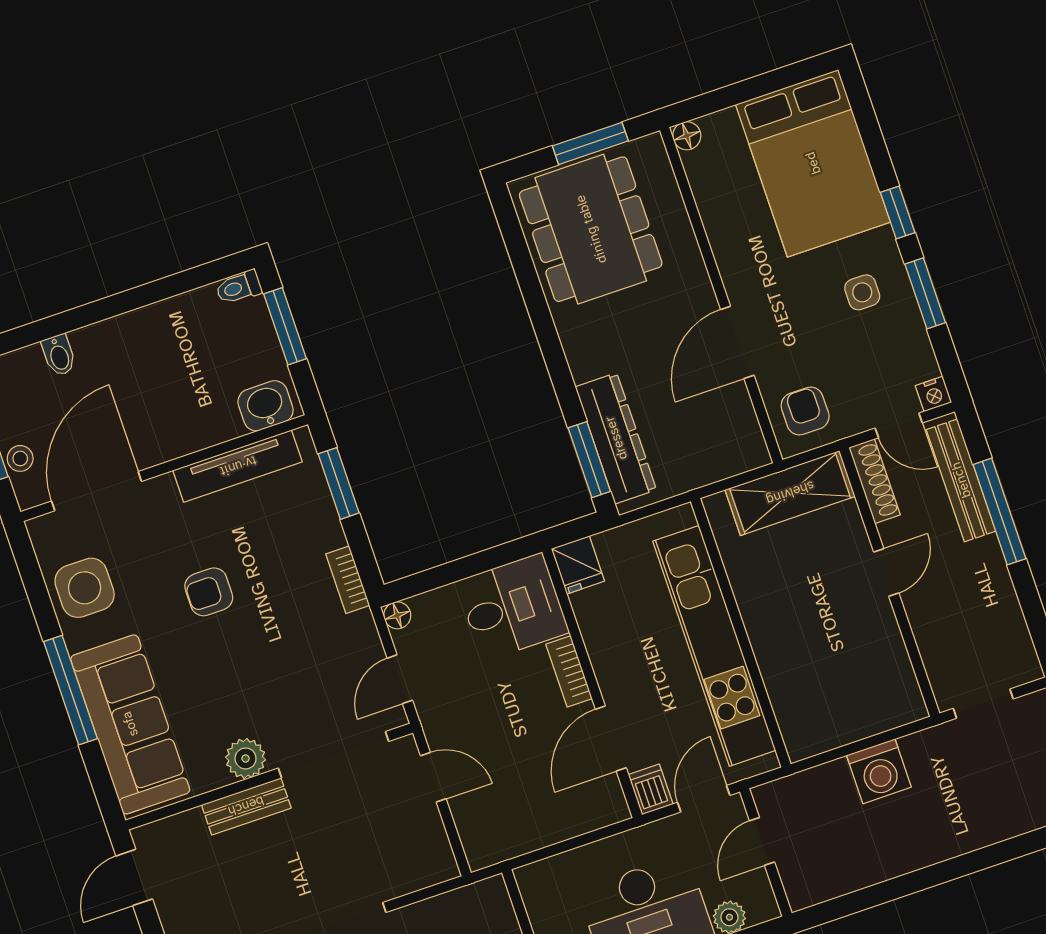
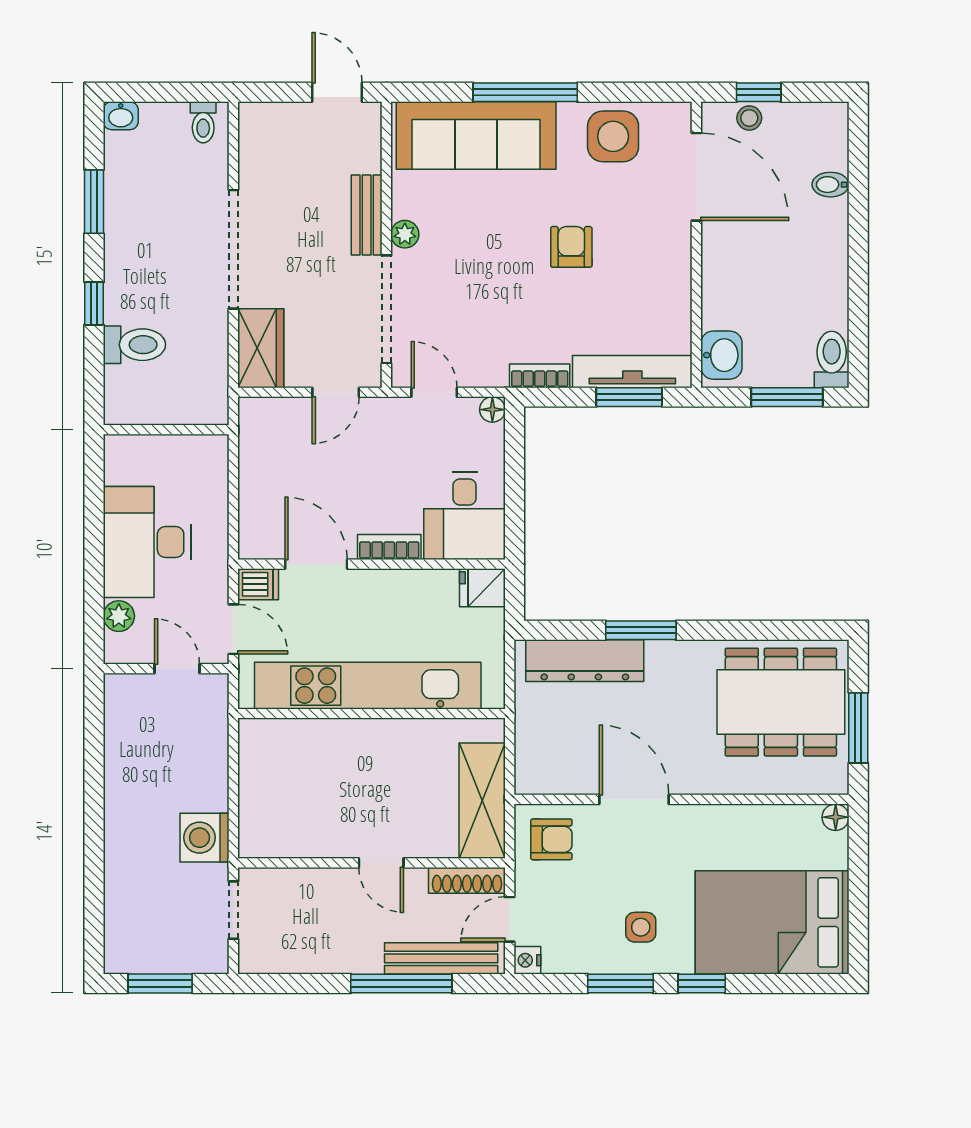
toilet: (239, 287) -> (832, 359), width x1.37, depth x1.39
window: (589, 460) -> (641, 630), moved
tv unit: (238, 466) -> (632, 372), moved, turned 90
plant: (246, 758) -> (405, 234), width x0.73, depth x0.73
washing machine: (879, 771) -> (204, 838), moved
wardrobe: (415, 867) -> (261, 348), added

